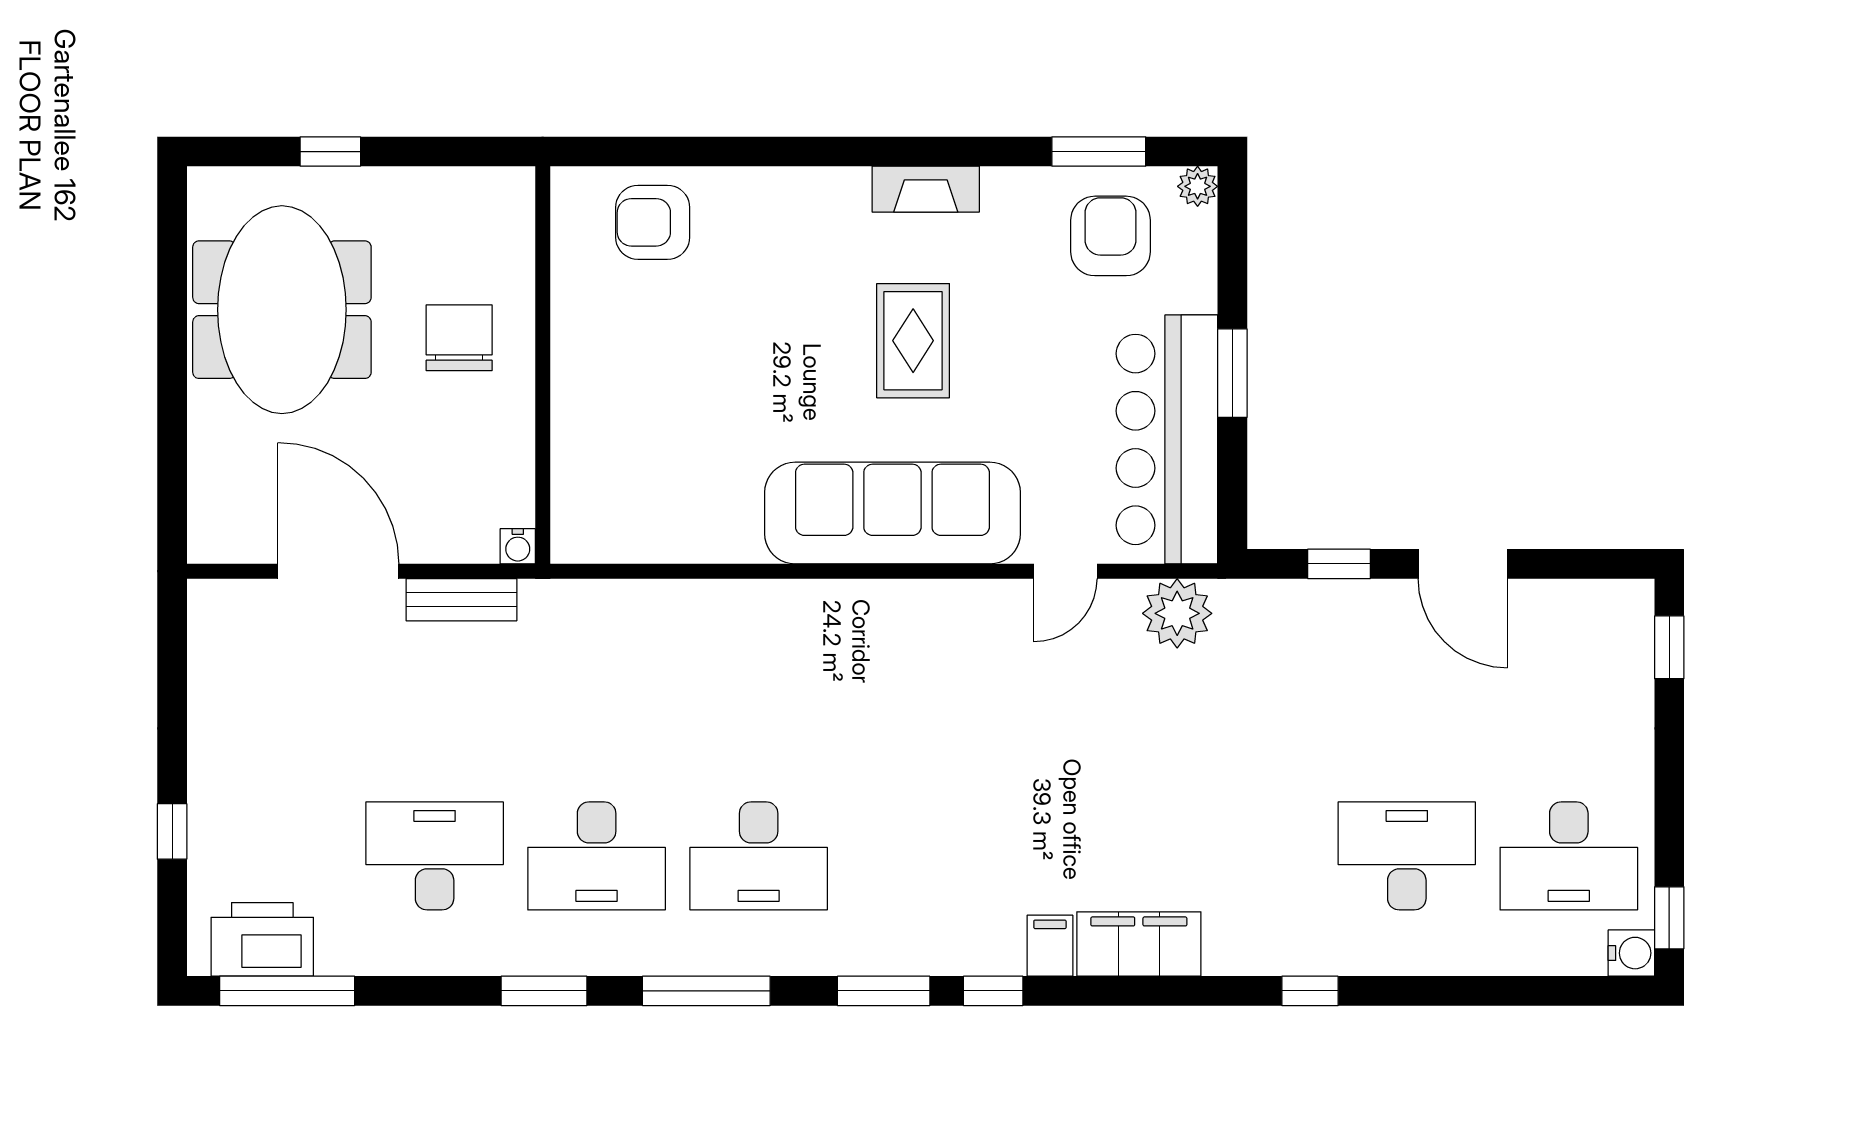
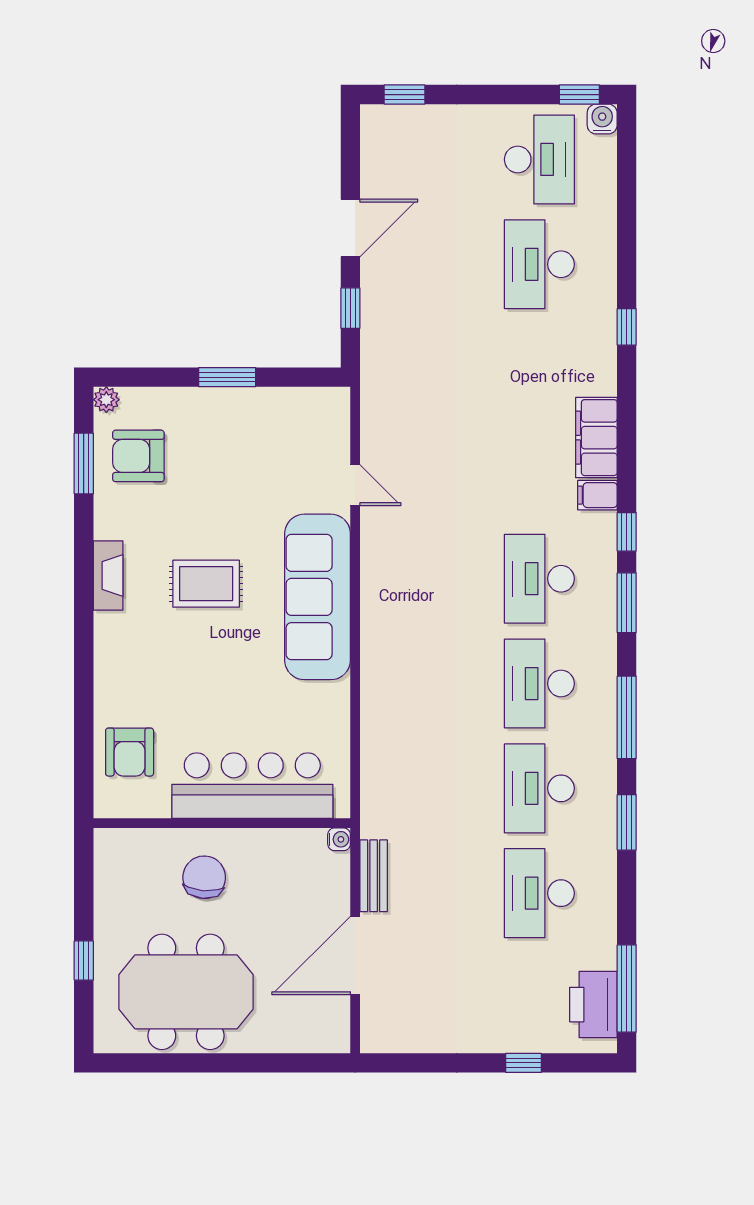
chair: (459, 338) -> (204, 877), turned 95
bar counter: (1167, 439) -> (252, 786), moved, turned 180
plant: (1177, 613) -> (382, 413), removed
desk: (597, 856) -> (539, 788), turned 180
desk: (759, 856) -> (539, 684), turned 180
desk: (921, 856) -> (539, 579), added

